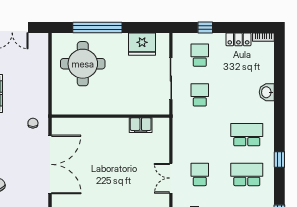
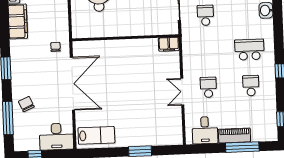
filing cabinet: (141, 125) -> (169, 44), moved
school desk: (247, 174) -> (251, 86), width x0.54

